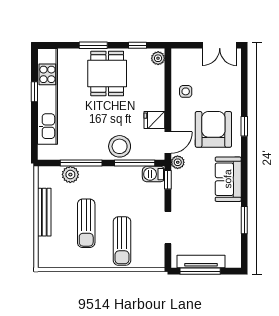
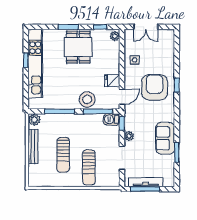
double door: (220, 45) -> (146, 27), moved
plant: (178, 162) -> (129, 136), moved
plant: (70, 175) -> (34, 120), moved
sofa: (228, 179) -> (165, 138), moved

